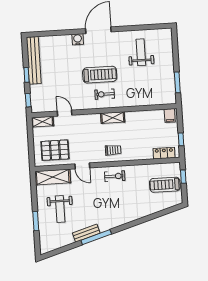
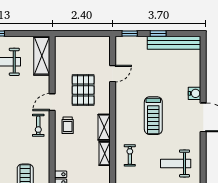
weight bench: (141, 52) -> (176, 163), turned 180
exercise bike: (105, 94) -> (130, 155), moved
shelving: (43, 122) -> (105, 154), moved
pallet: (55, 150) -> (83, 90), moved
door: (82, 166) -> (52, 102), moved

